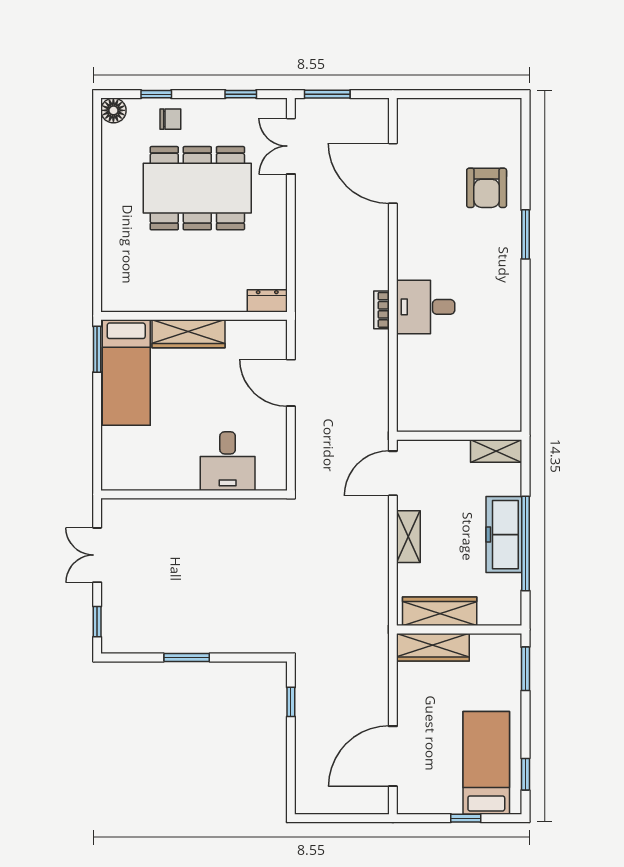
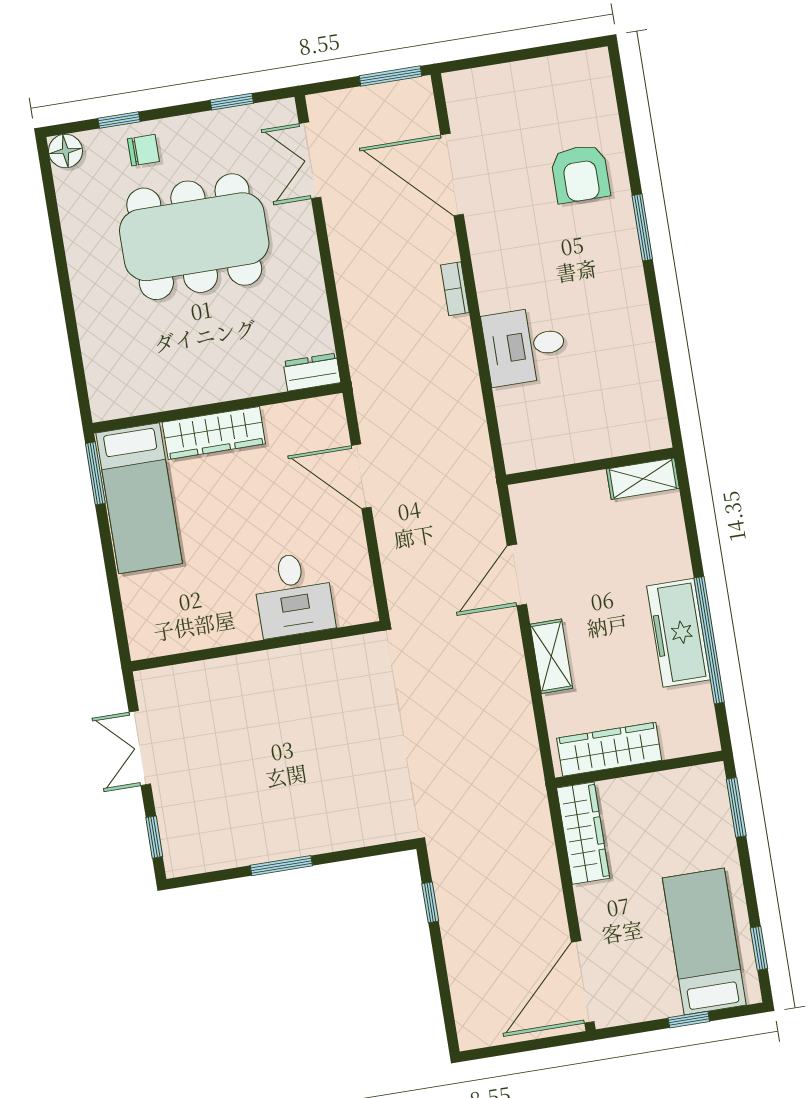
window: (327, 94) -> (390, 76), moved
bookcase: (381, 310) -> (455, 289), moved
wall: (459, 436) -> (590, 466), moved
shelving: (496, 451) -> (643, 479), moved
wardrobe: (433, 647) -> (583, 833), moved, turned -90
door: (393, 756) -> (583, 982), moved

